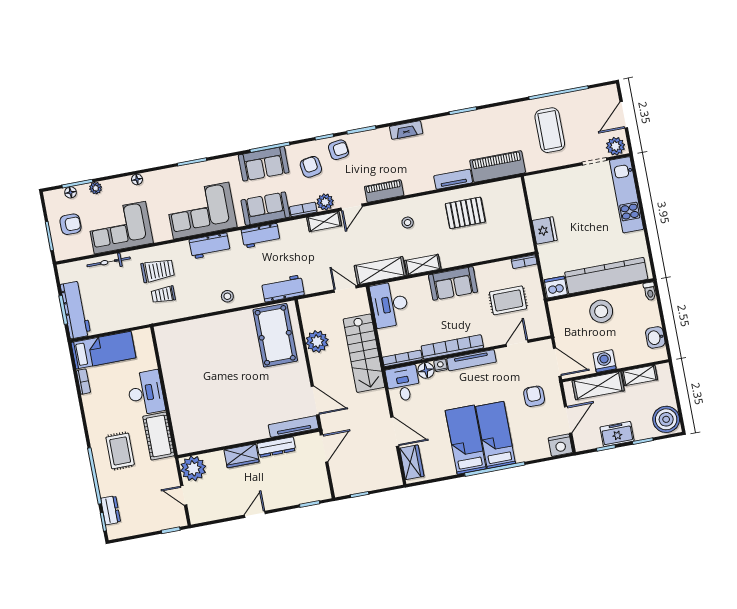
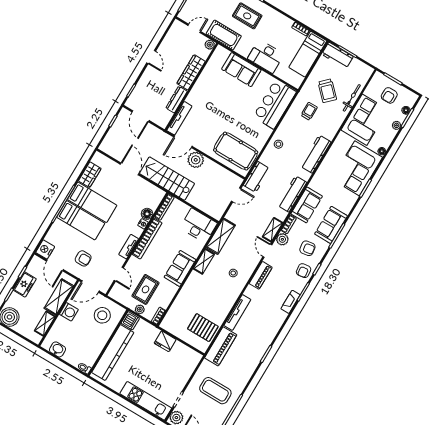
fireplace: (406, 130) -> (290, 302), moved
tv unit: (453, 179) -> (237, 313), width x1.41
corner sofa: (201, 211) -> (357, 168), moved, turned 180
pallet: (465, 213) -> (203, 328), moved, turned 90
workbench: (261, 236) -> (292, 194), width x1.38
workbench: (210, 246) -> (316, 154), width x1.38
trolley: (158, 270) -> (327, 91), moved, turned -45
plant: (535, 288) -> (140, 309), added
door: (345, 289) -> (236, 195), moved
workbench: (76, 310) -> (337, 55), width x0.73
stool: (601, 311) -> (102, 315), moved
bar counter: (188, 338) -> (275, 104), added
plant: (317, 342) -> (196, 160), moved
stairs: (364, 353) -> (167, 179), moved
tv unit: (471, 360) -> (129, 247), width x0.71
desk: (403, 384) -> (151, 196), removed
sofa: (183, 406) -> (241, 70), added
door: (395, 432) -> (129, 169), swing flipped
cot: (159, 436) -> (224, 35), moved
door: (324, 448) -> (141, 116), moved
wardrobe: (241, 456) -> (191, 72), width x1.50
wardrobe: (412, 462) -> (90, 175), moved, turned -90
plant: (193, 468) -> (210, 45), width x0.53, depth x0.53

